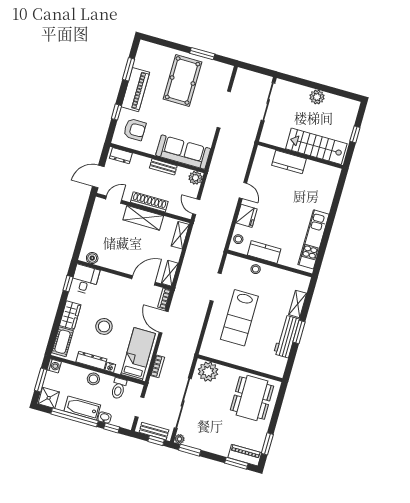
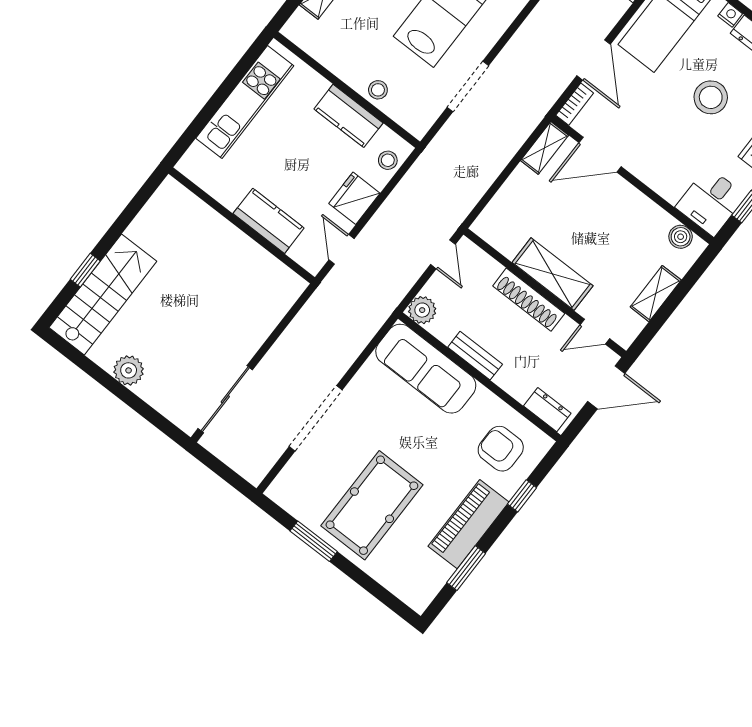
stairs: (316, 146) -> (103, 294), moved, turned -90
wall: (300, 155) -> (242, 225), moved
kitchen counter: (289, 162) -> (269, 221), moved
shelving: (180, 235) -> (656, 294), moved

